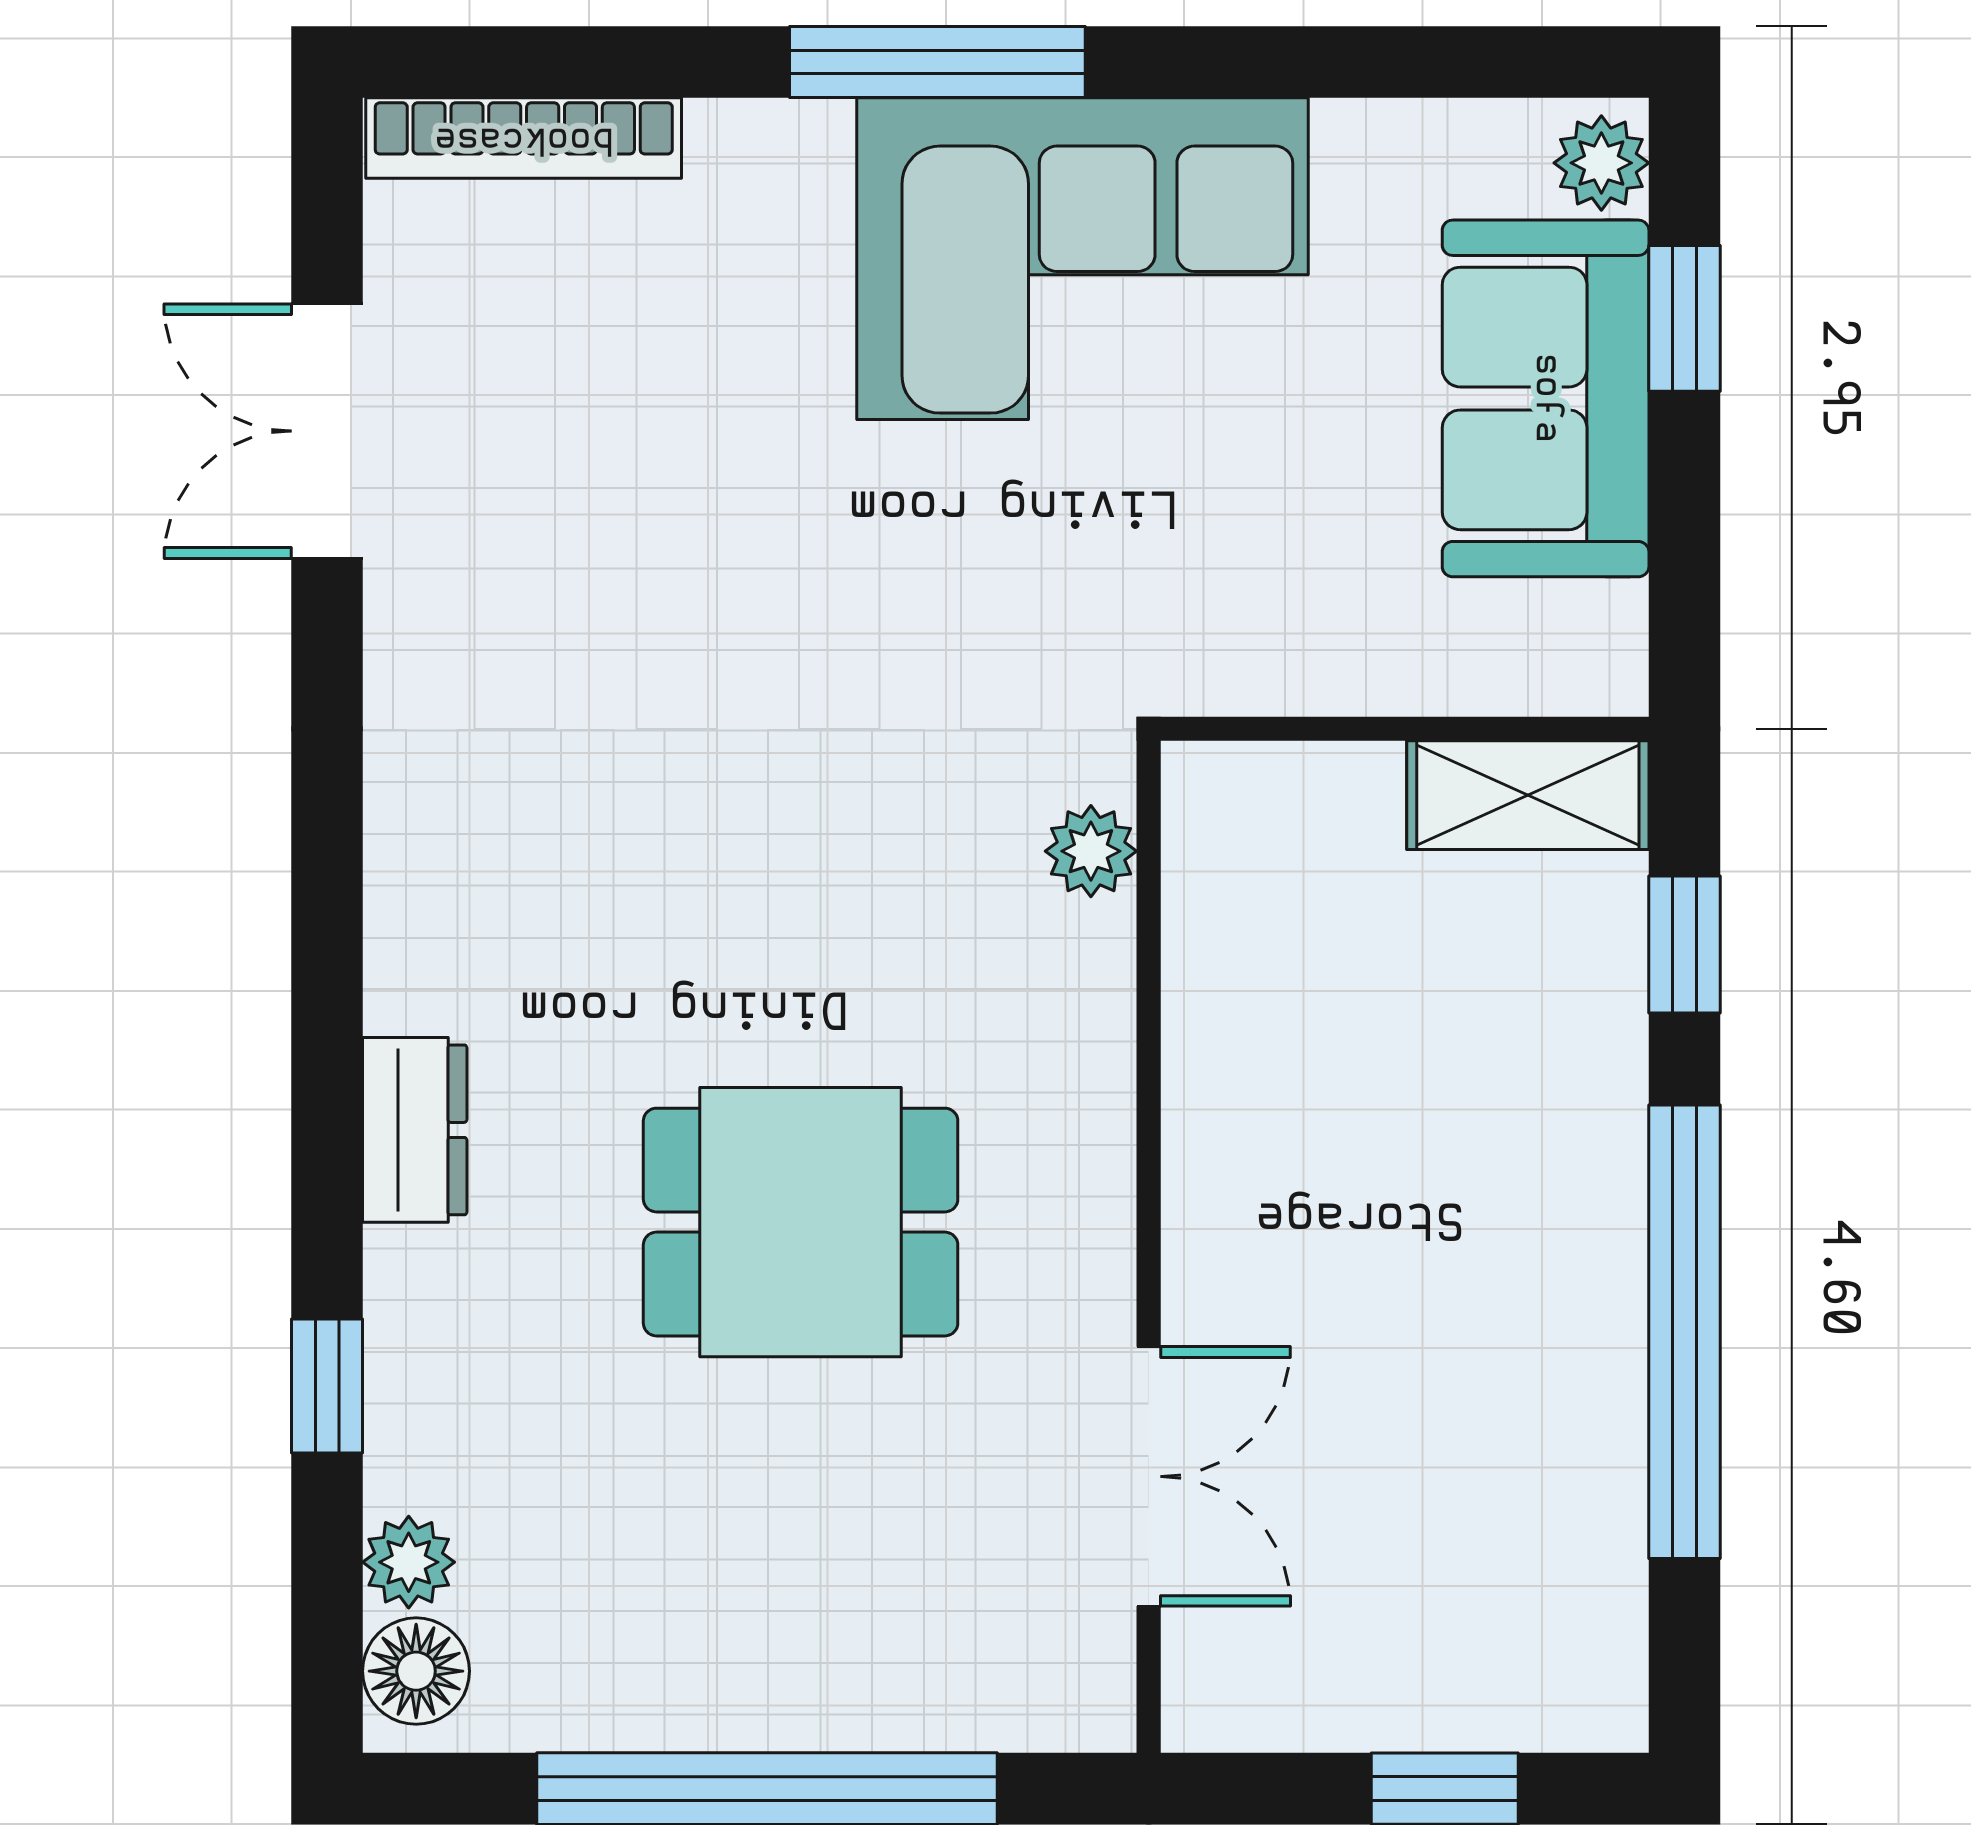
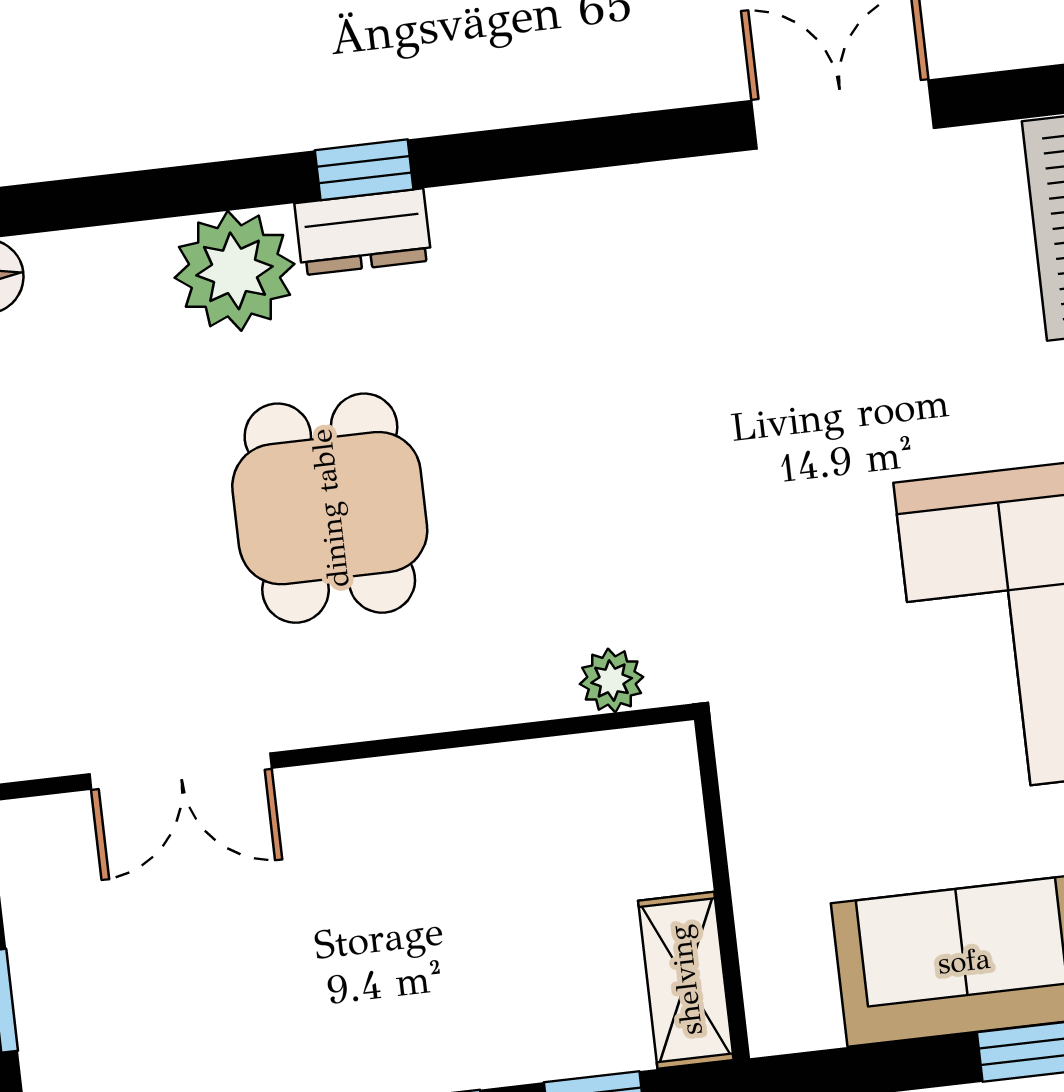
window: (327, 1386) -> (364, 170), moved
plant: (409, 1562) -> (235, 271), moved, width x1.88, depth x1.88

